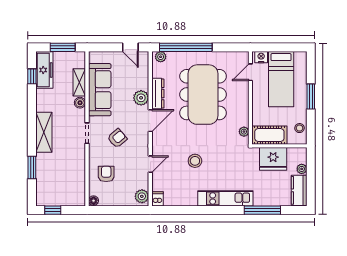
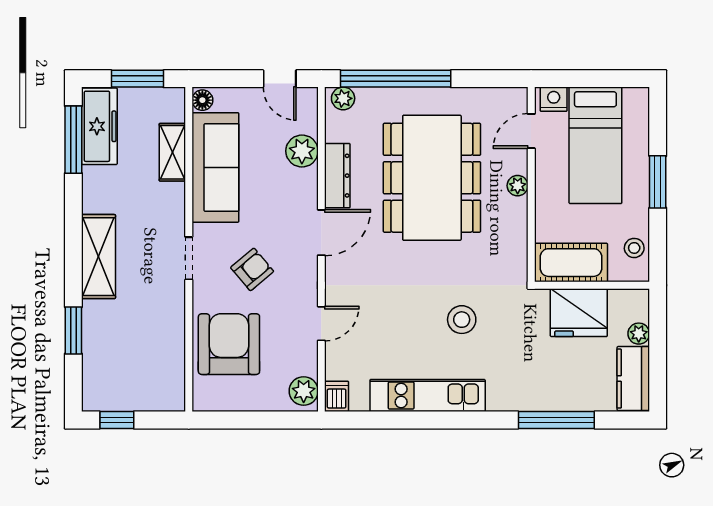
window: (32, 76) -> (73, 140), width x2.17
plant: (141, 98) -> (302, 151), moved
boiler: (80, 103) -> (174, 195), removed
plant: (244, 132) -> (518, 186), moved
stool: (195, 161) -> (462, 320), moved
armchair: (106, 174) -> (229, 344), width x1.88, depth x1.88
kitchen unit: (225, 198) -> (428, 396), moved
floor lamp: (94, 201) -> (202, 100), moved

